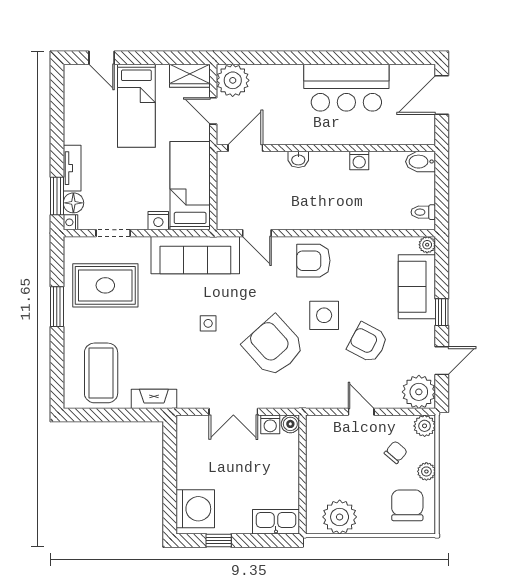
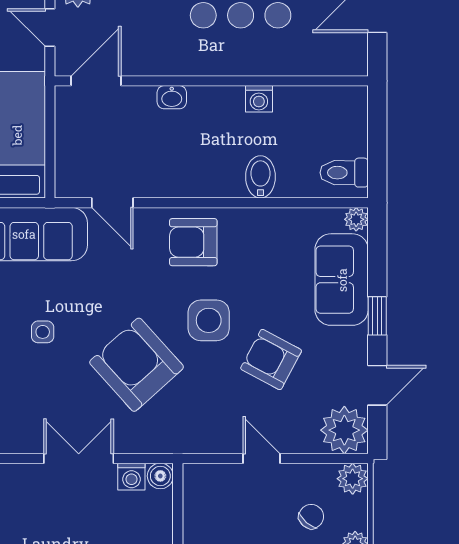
bidet: (421, 162) -> (260, 177), moved, turned 90
toilet: (423, 212) -> (344, 173), width x1.37, depth x1.39
double door: (233, 412) -> (79, 458), swing flipped

